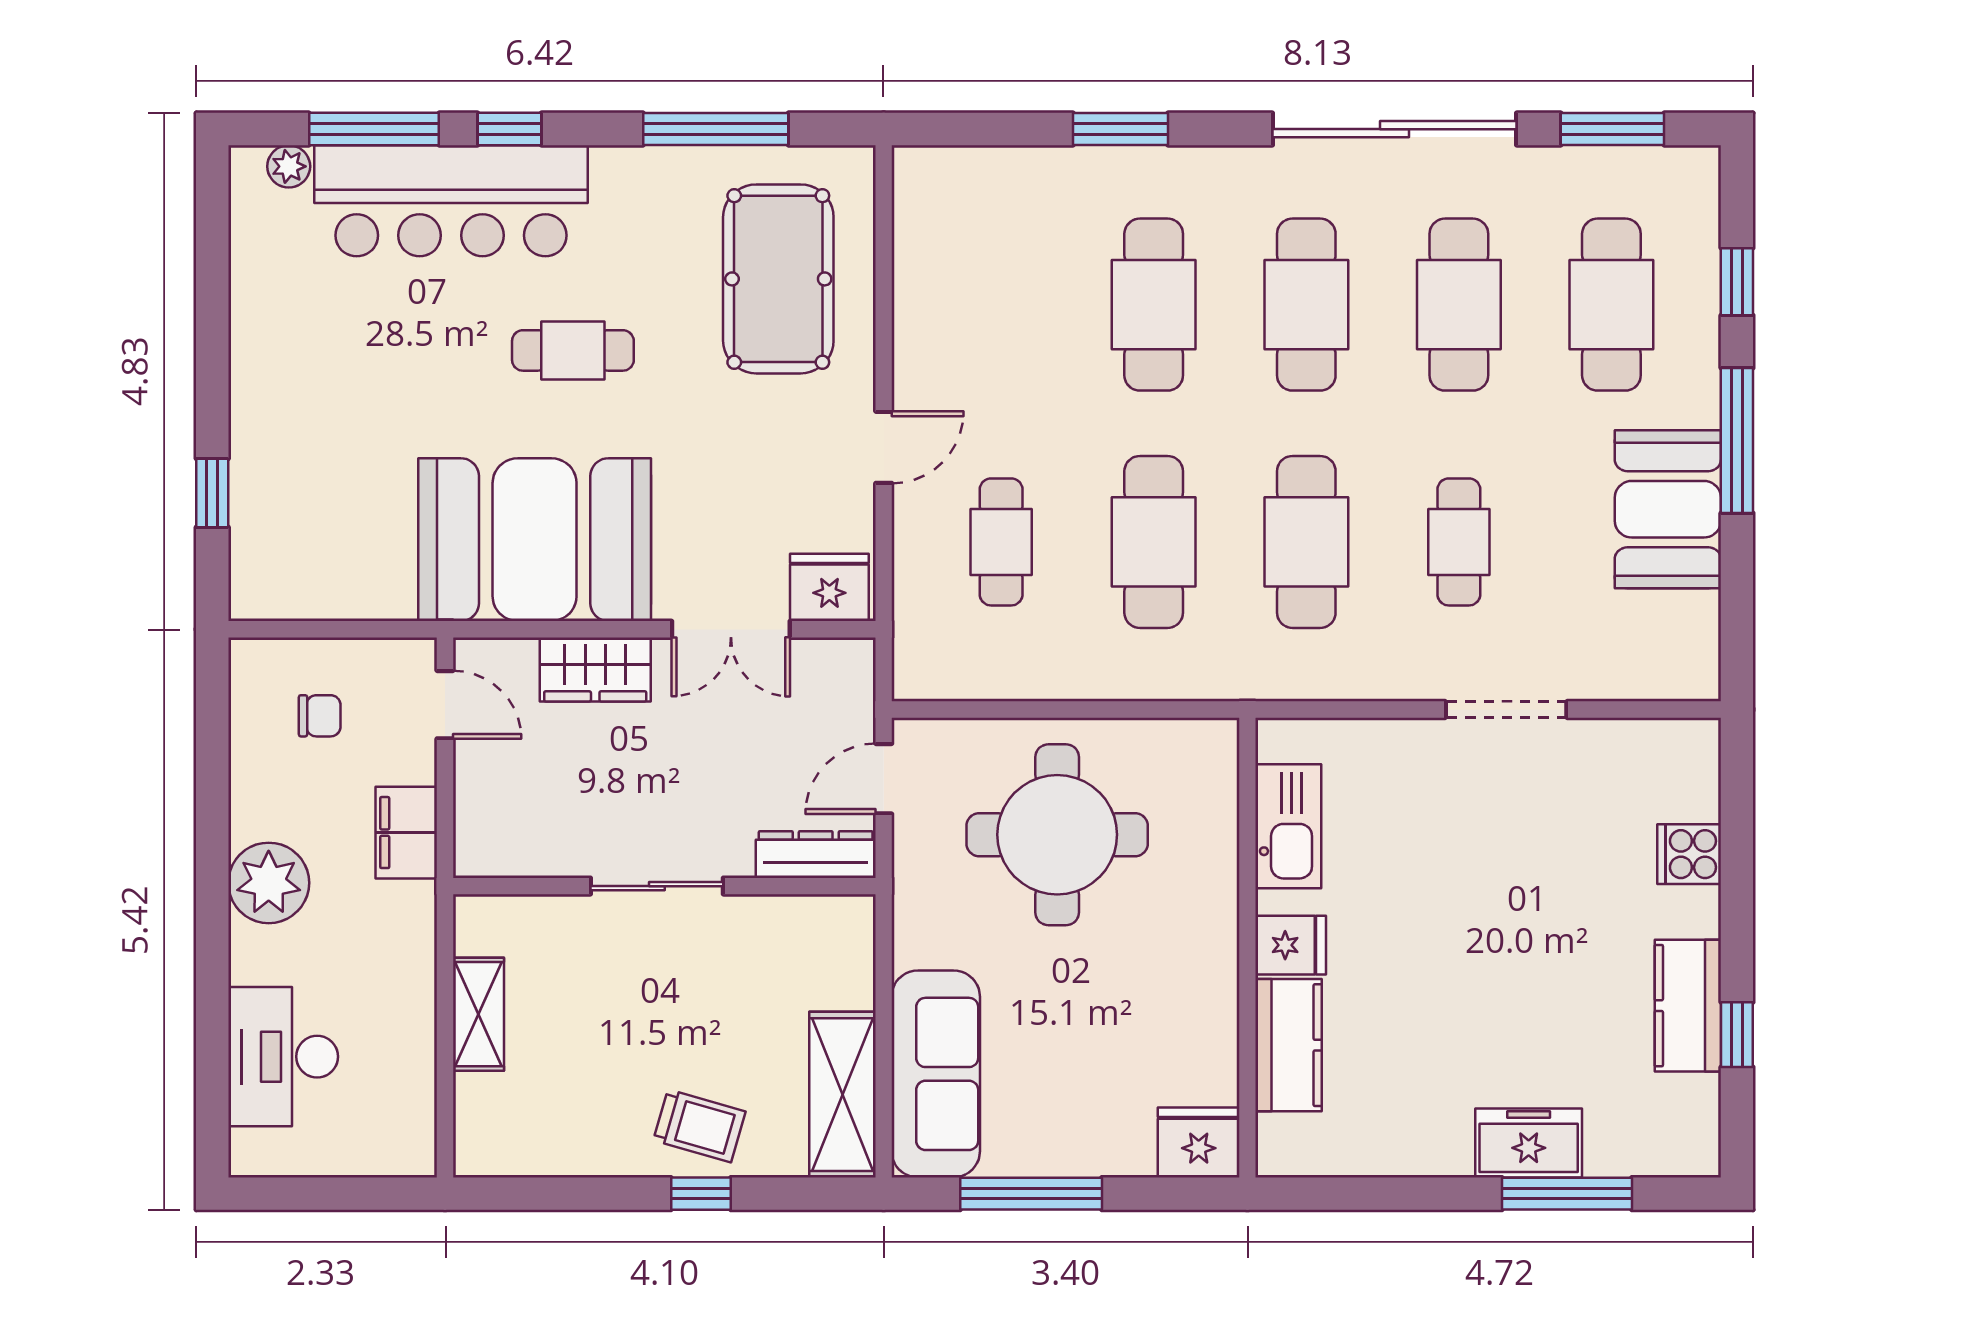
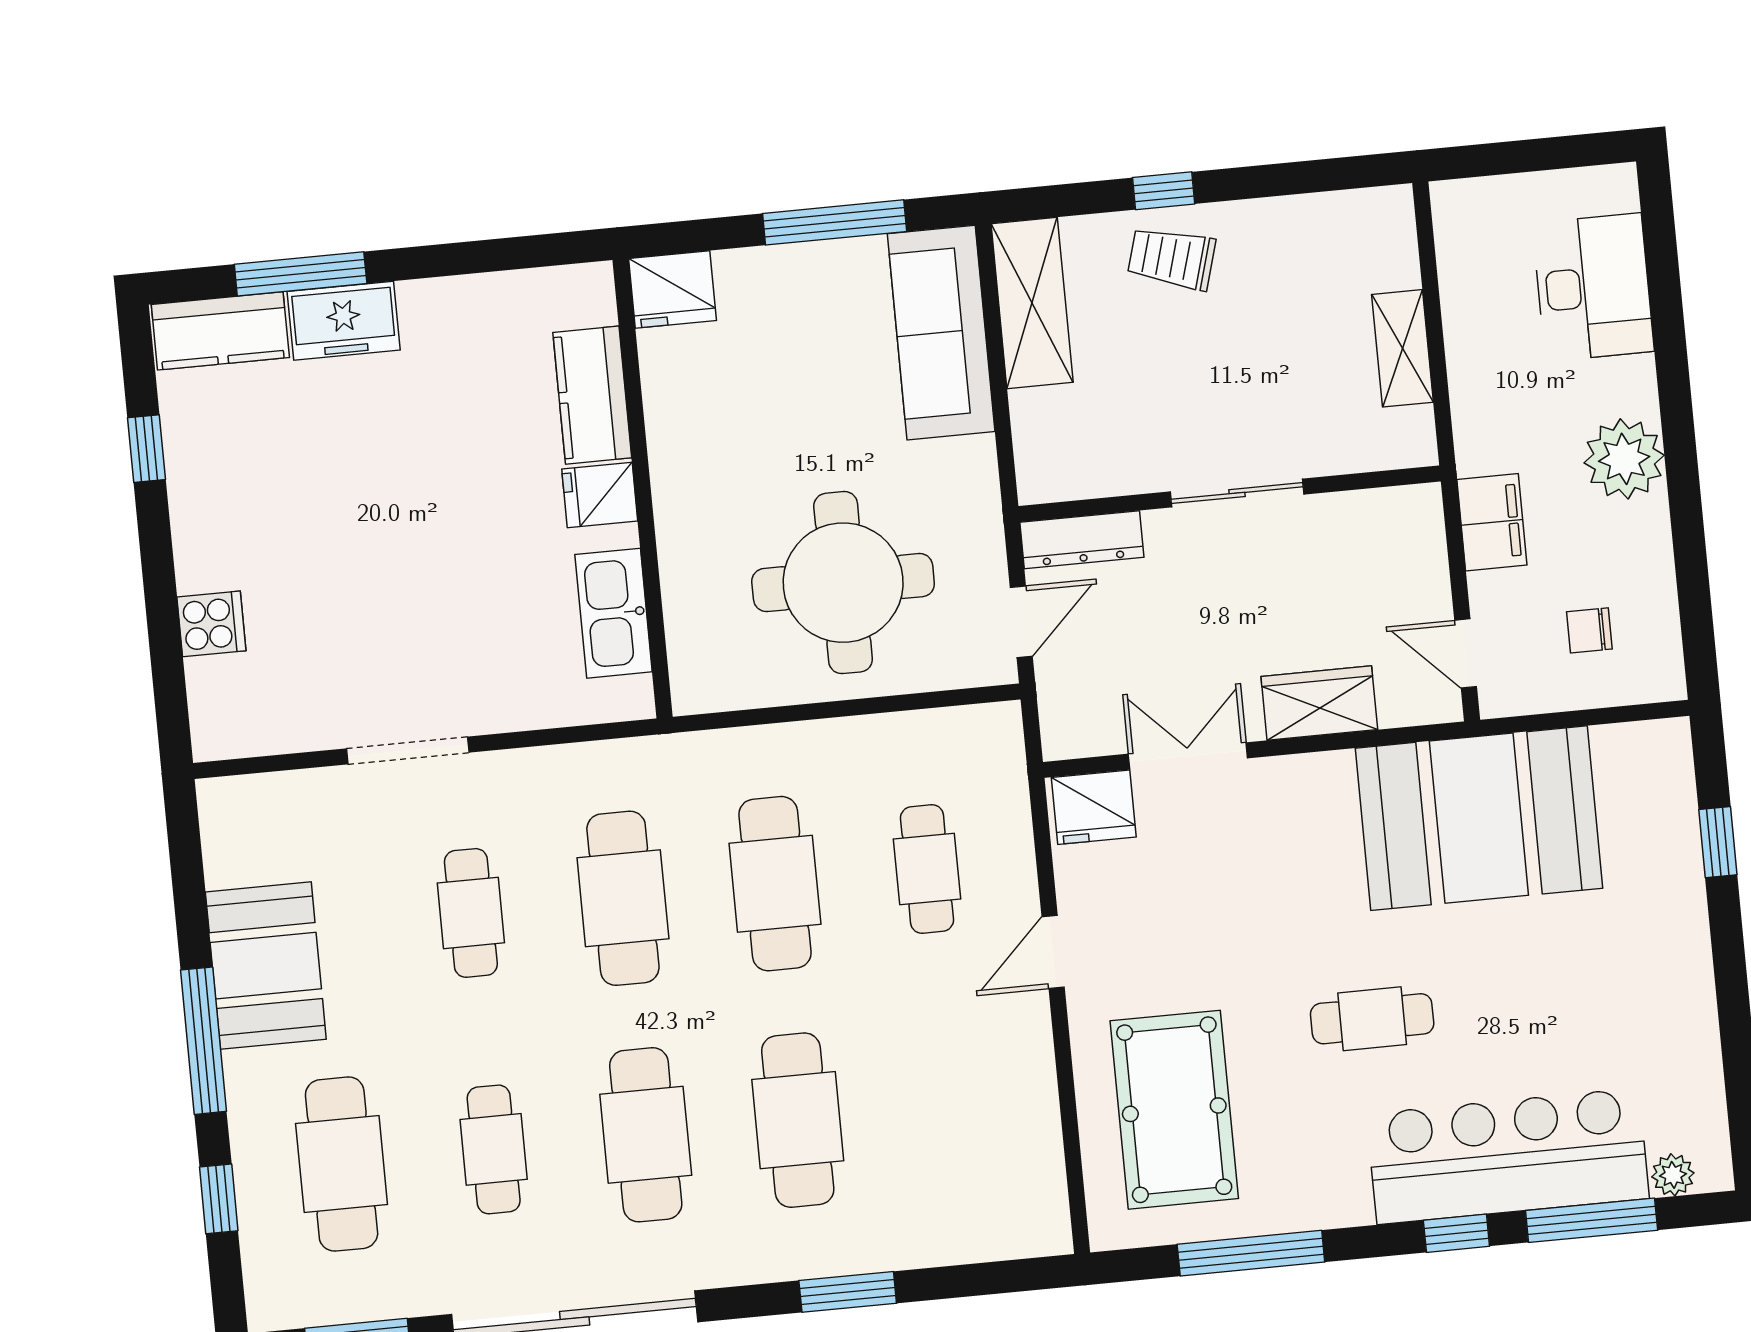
cafe table: (1459, 305) -> (494, 1149), width x0.73, depth x0.74
booth: (535, 540) -> (1479, 818), moved
kitchen counter: (1688, 1006) -> (220, 331), moved, turned 90

